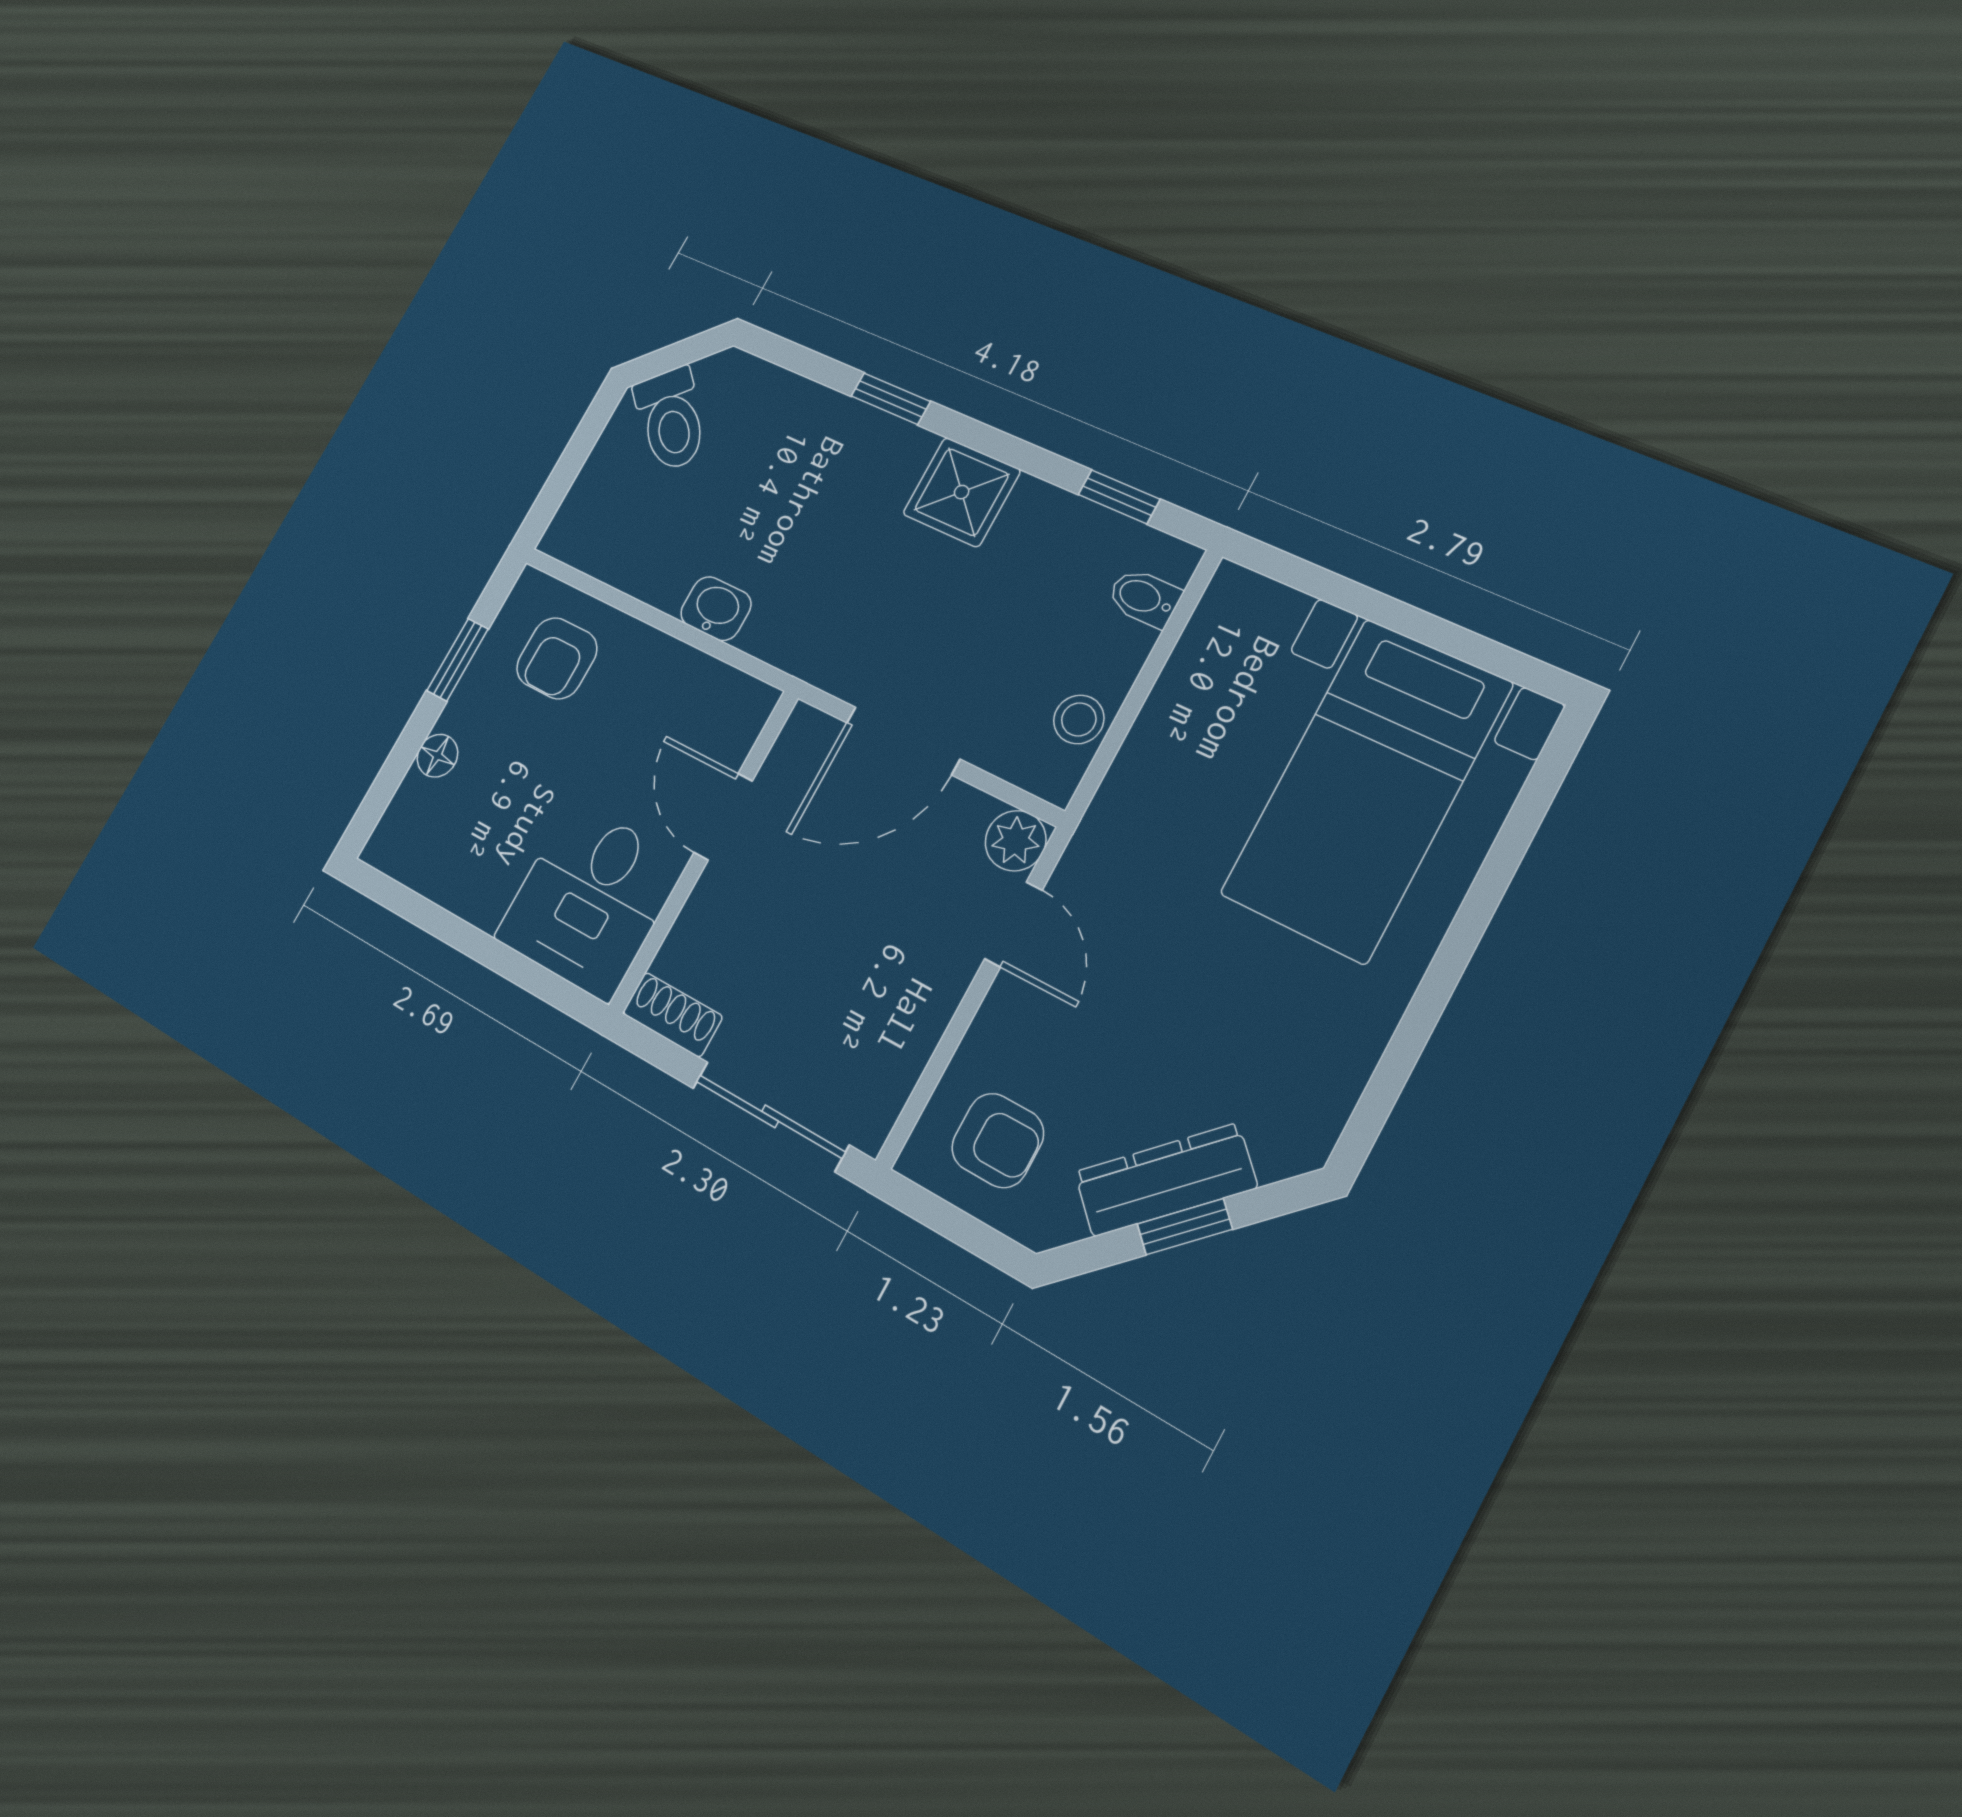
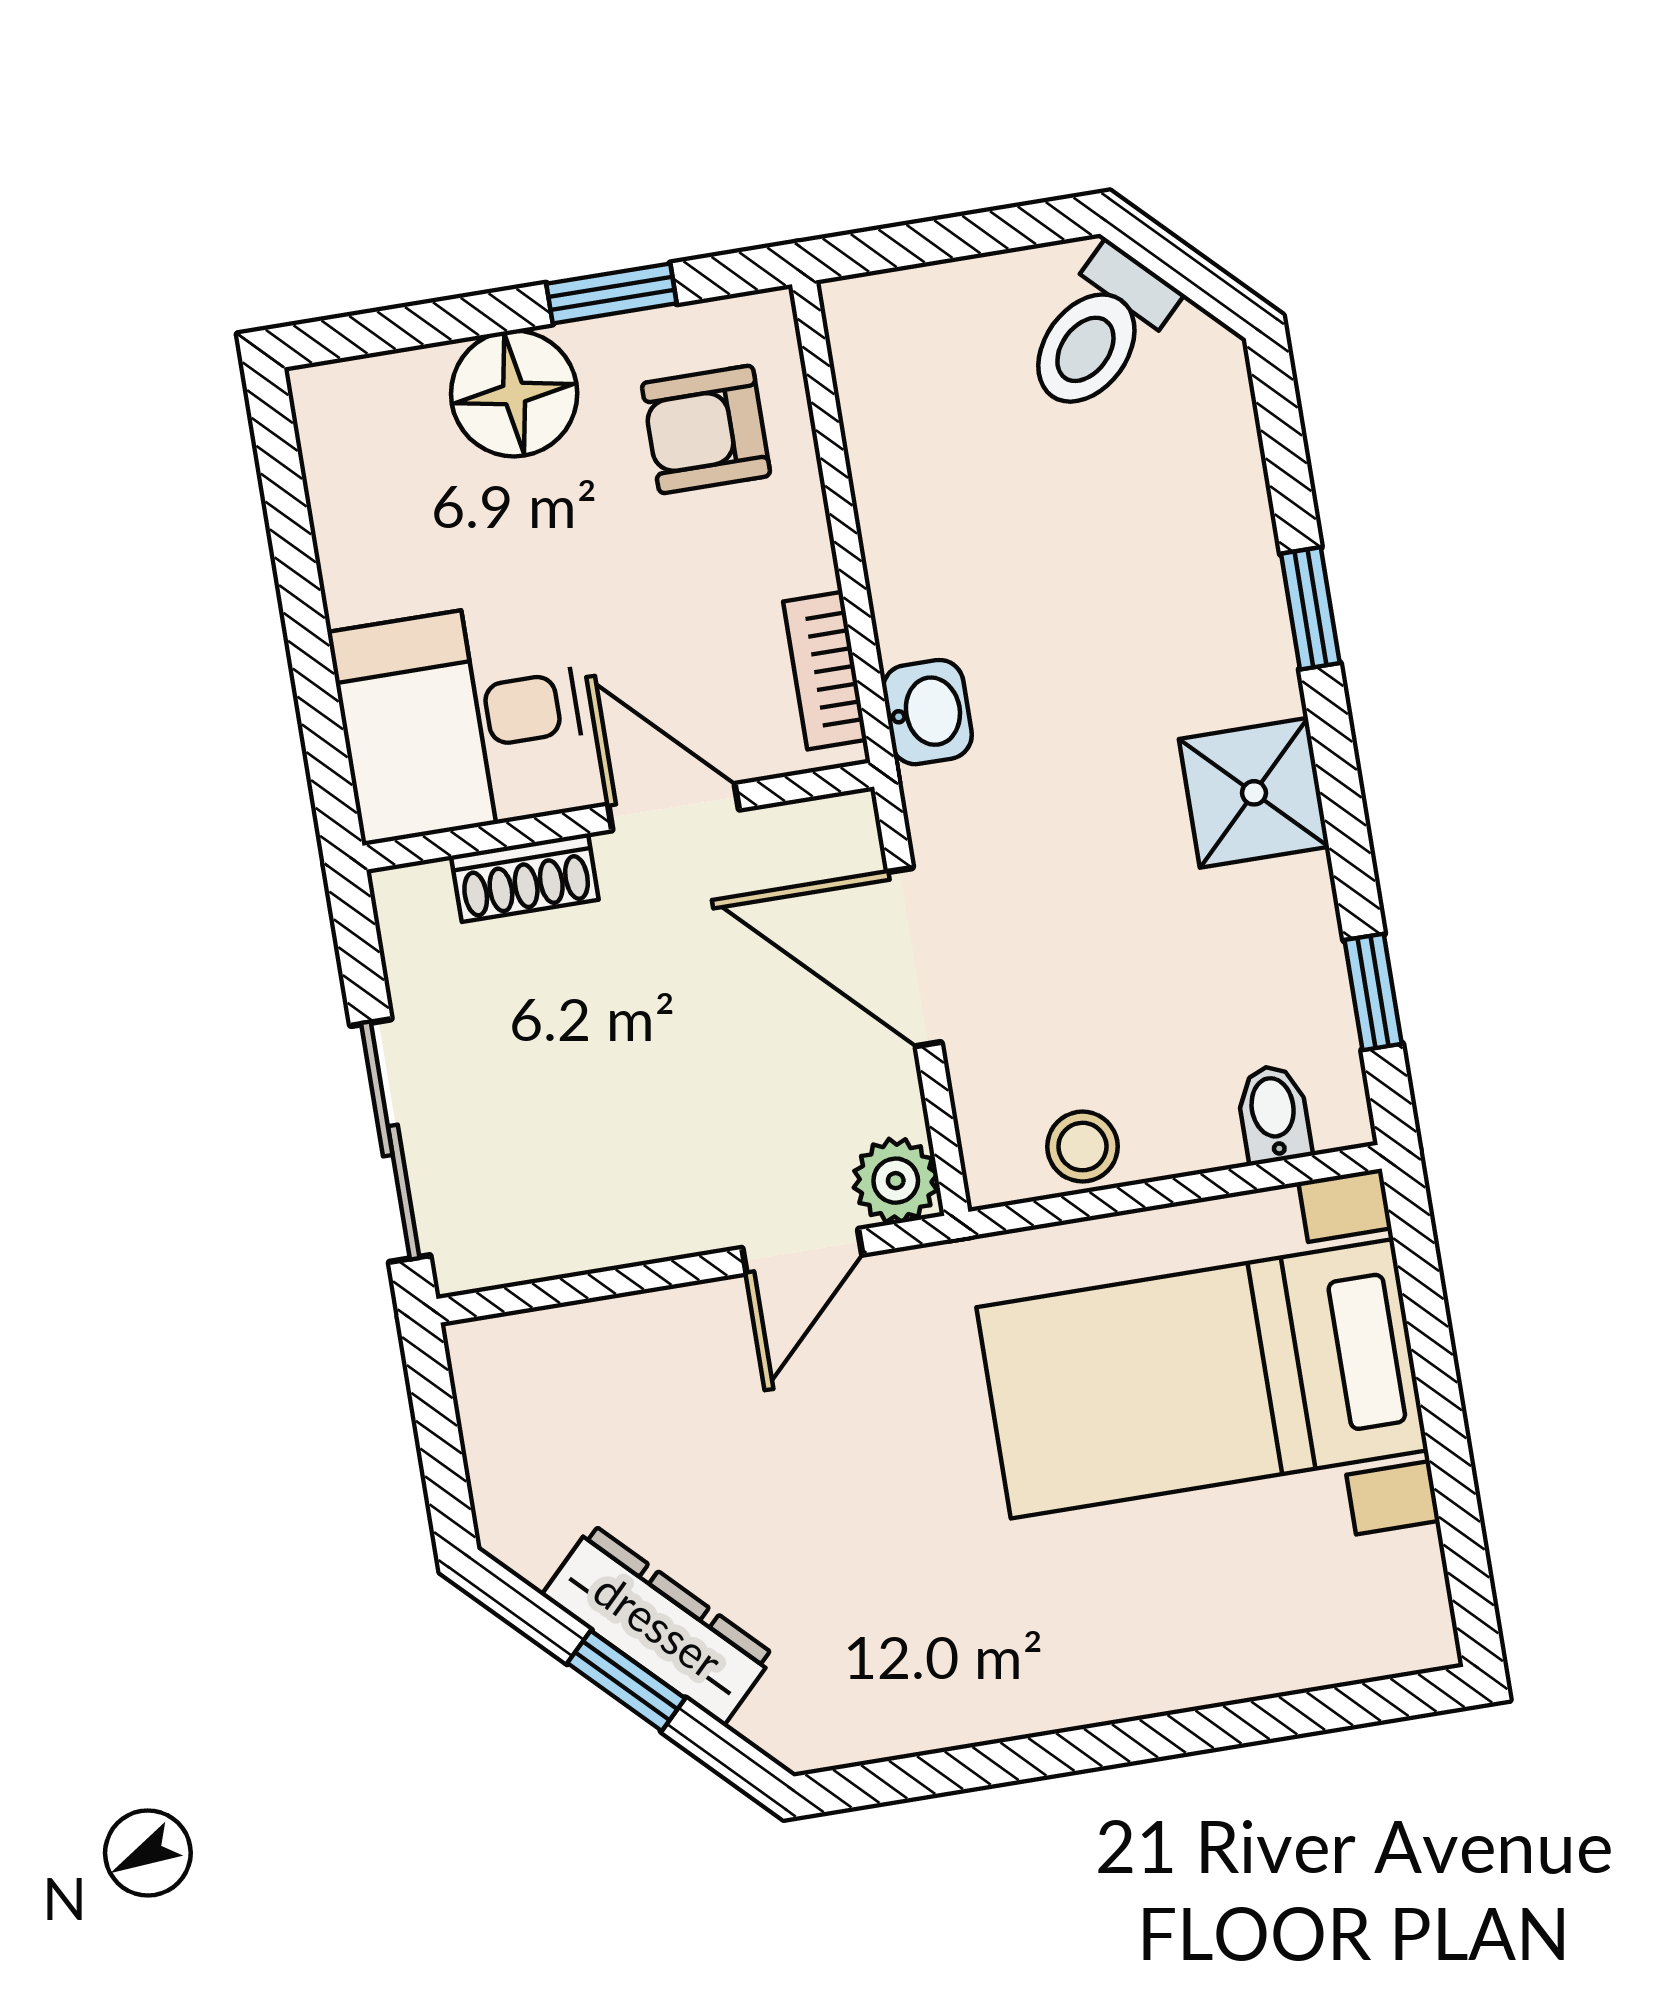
washbasin: (716, 609) -> (927, 712), moved
bookcase: (720, 682) -> (825, 671), added
floor lamp: (437, 756) -> (514, 394), width x1.89, depth x1.89
bed with nightstands: (1366, 789) -> (1202, 1379), moved
door: (723, 817) -> (674, 807), hinge flipped
shoe rack: (673, 1015) -> (525, 878), moved, turned 90
armchair: (998, 1140) -> (561, 1416), removed

